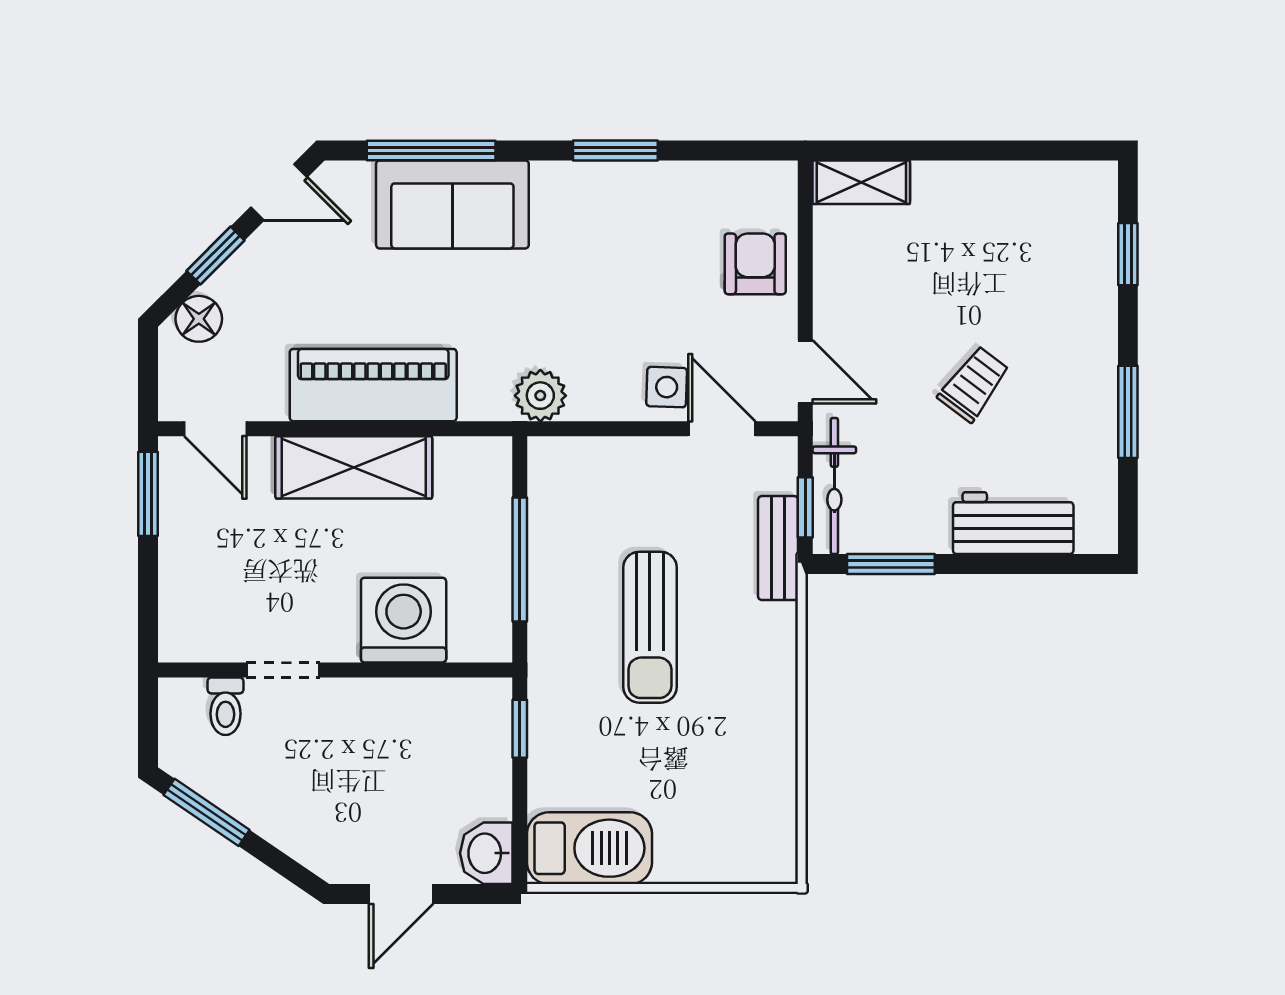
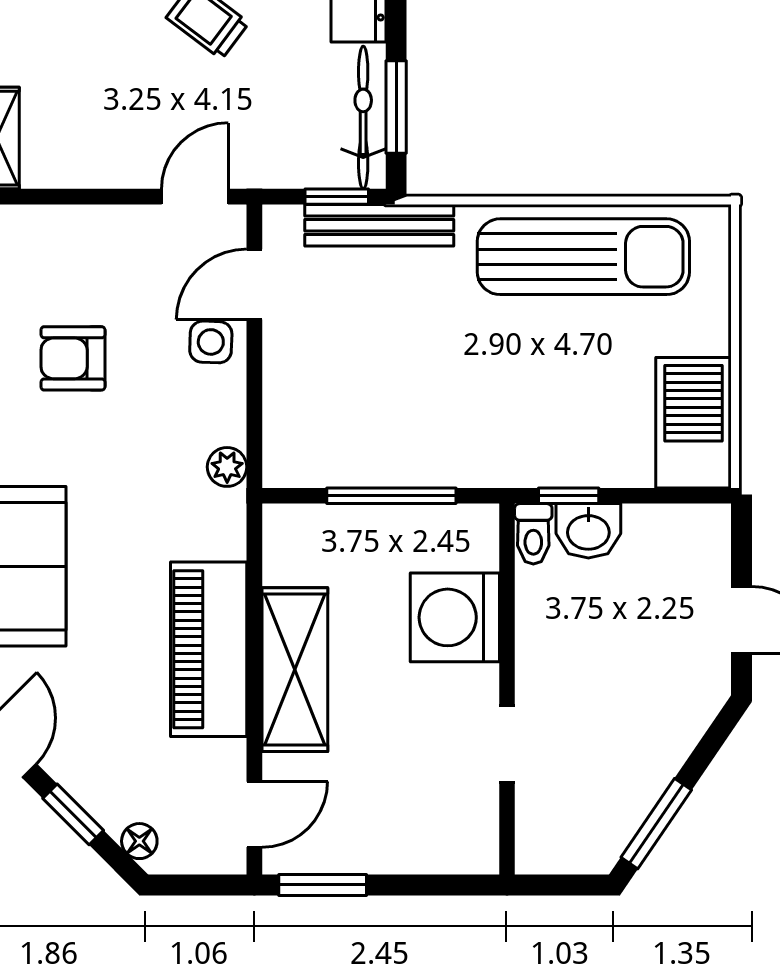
armchair: (755, 264) -> (73, 358), moved
floor lamp: (199, 319) -> (139, 841), width x0.73, depth x0.73
plant: (540, 396) -> (227, 467), width x0.73, depth x0.73
bicycle: (834, 486) -> (363, 118), moved, turned -90
bench: (778, 548) -> (379, 225), width x1.36
sun lounger: (650, 627) -> (583, 257), moved, width x1.36, depth x1.34
toilet: (225, 706) -> (533, 534), moved, turned 90
washbasin: (486, 853) -> (588, 531), moved

